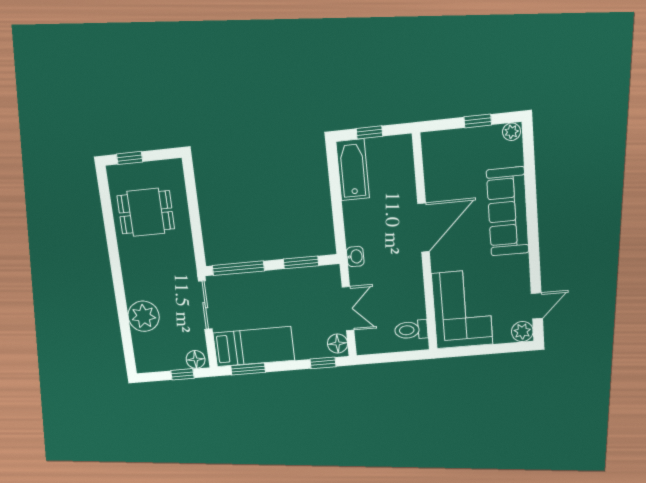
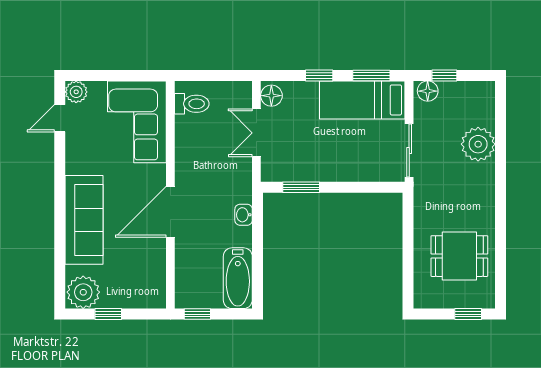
window: (369, 132) -> (197, 314), moved
plant: (512, 132) -> (83, 292), width x1.88, depth x1.88
washbasin: (355, 257) -> (244, 215), moved
window: (238, 268) -> (368, 187), removed
window: (323, 363) -> (319, 75), moved

